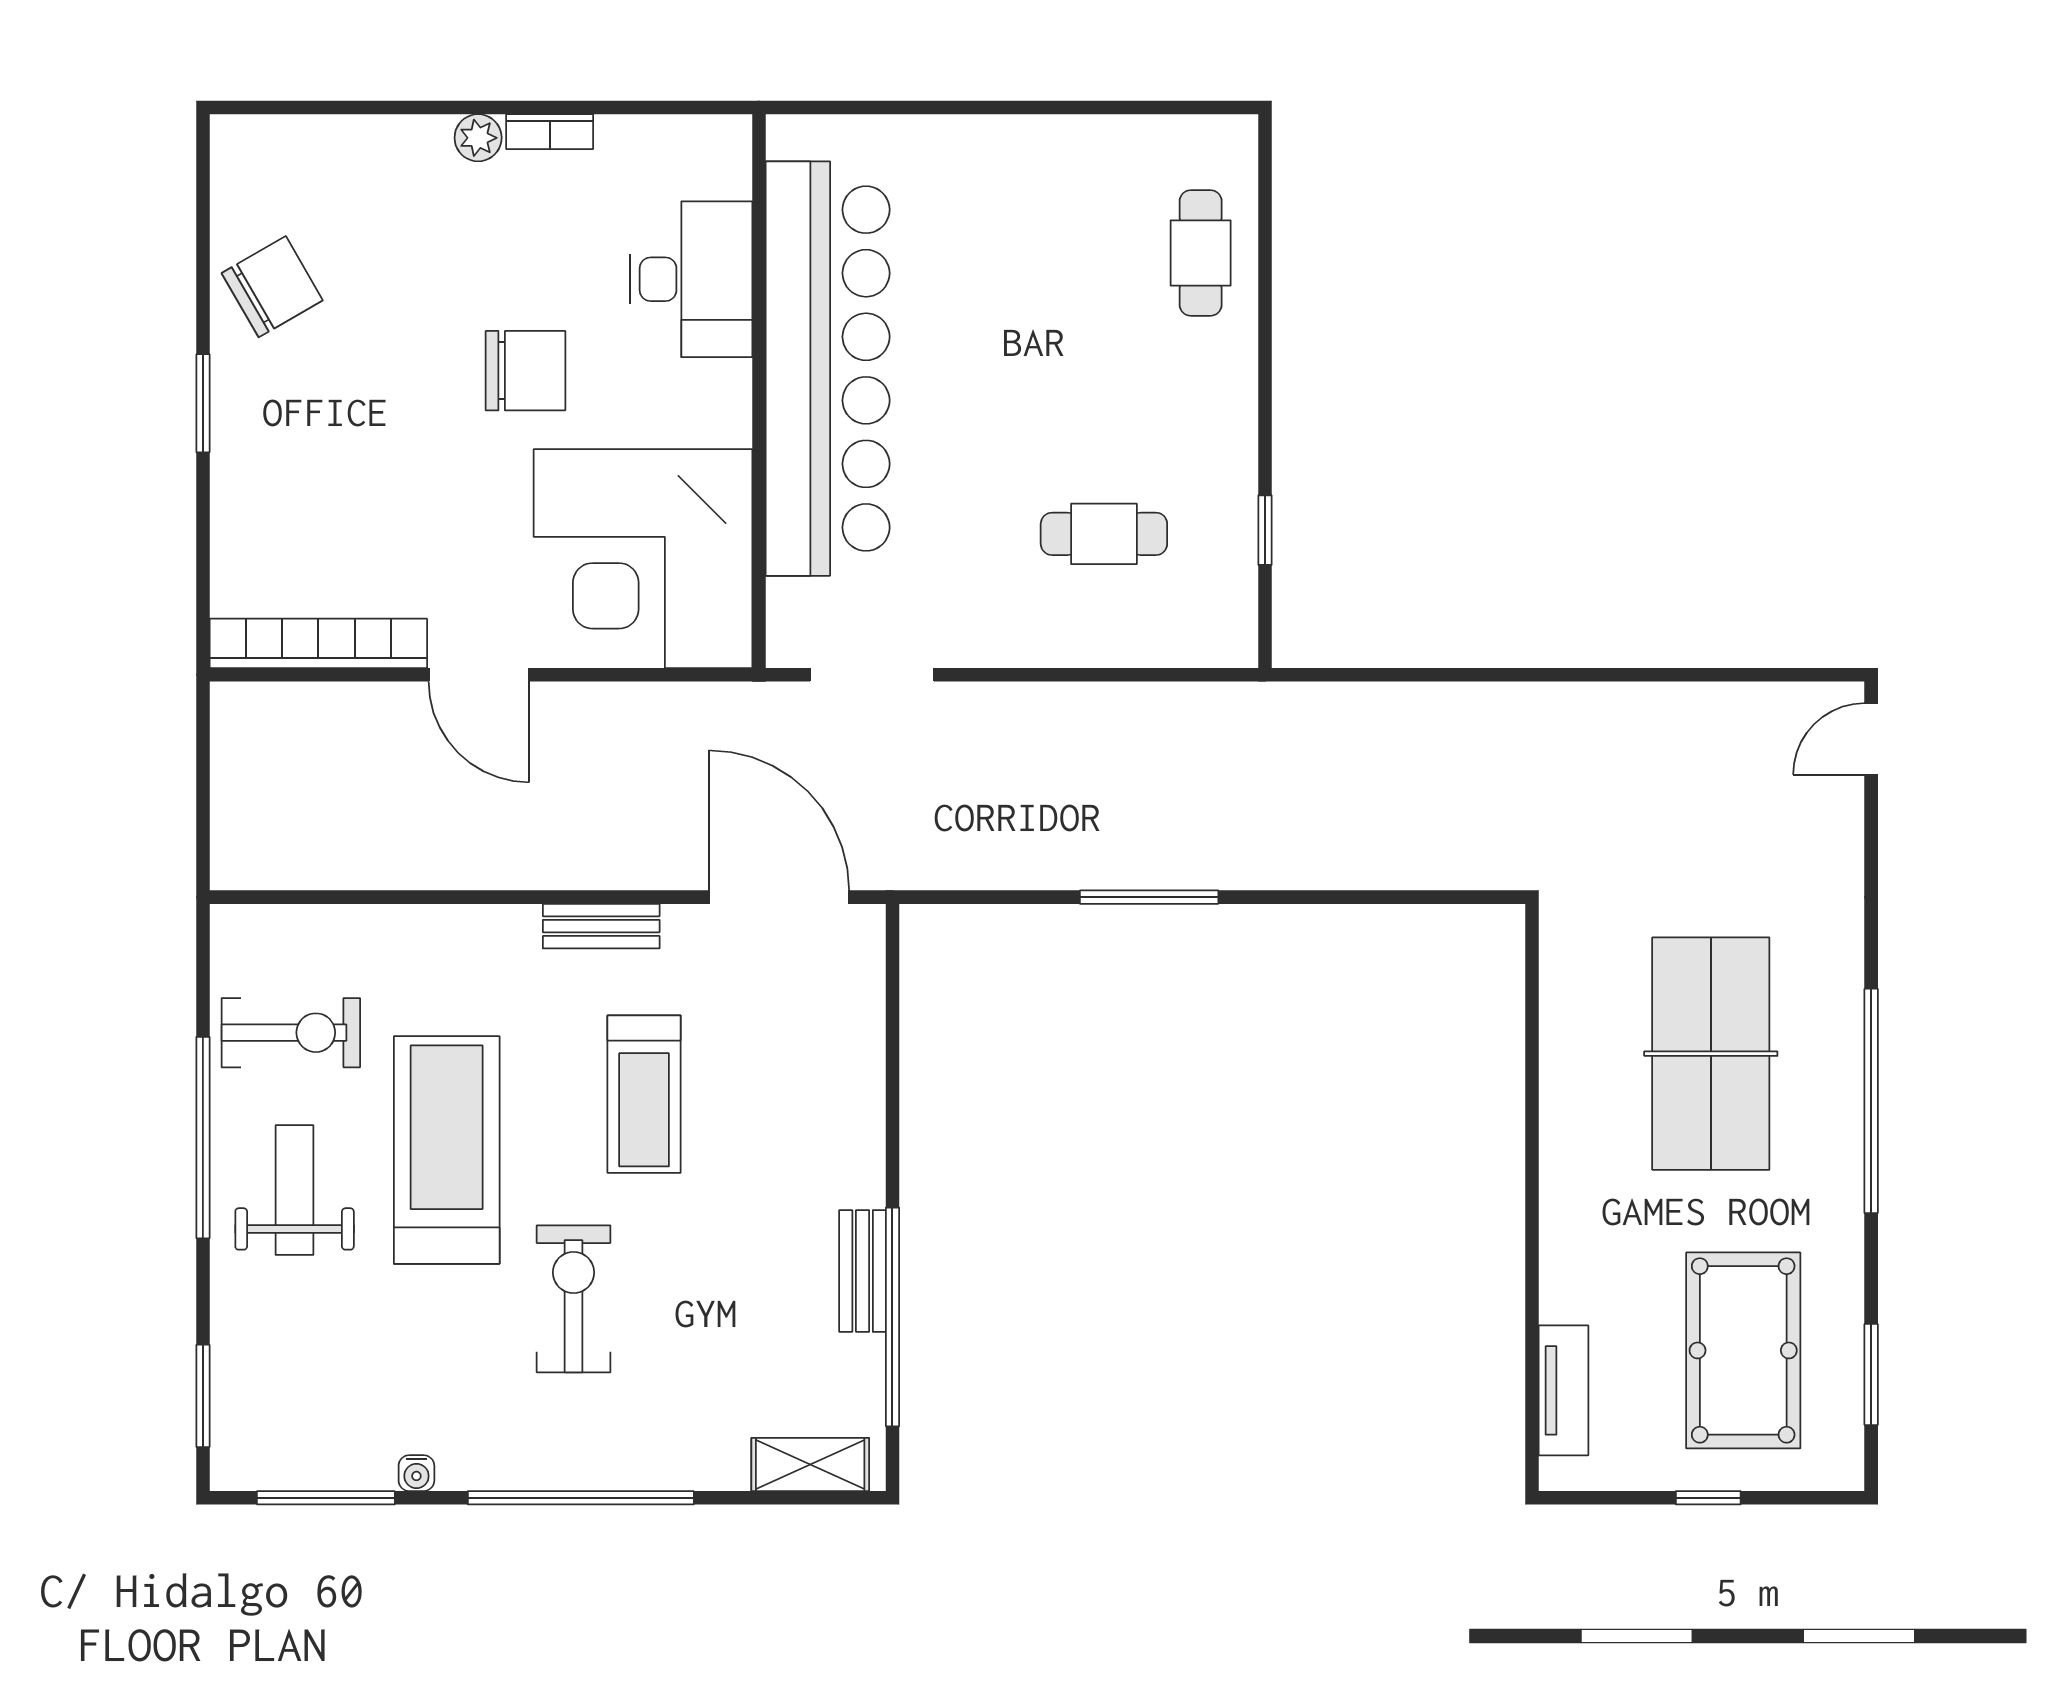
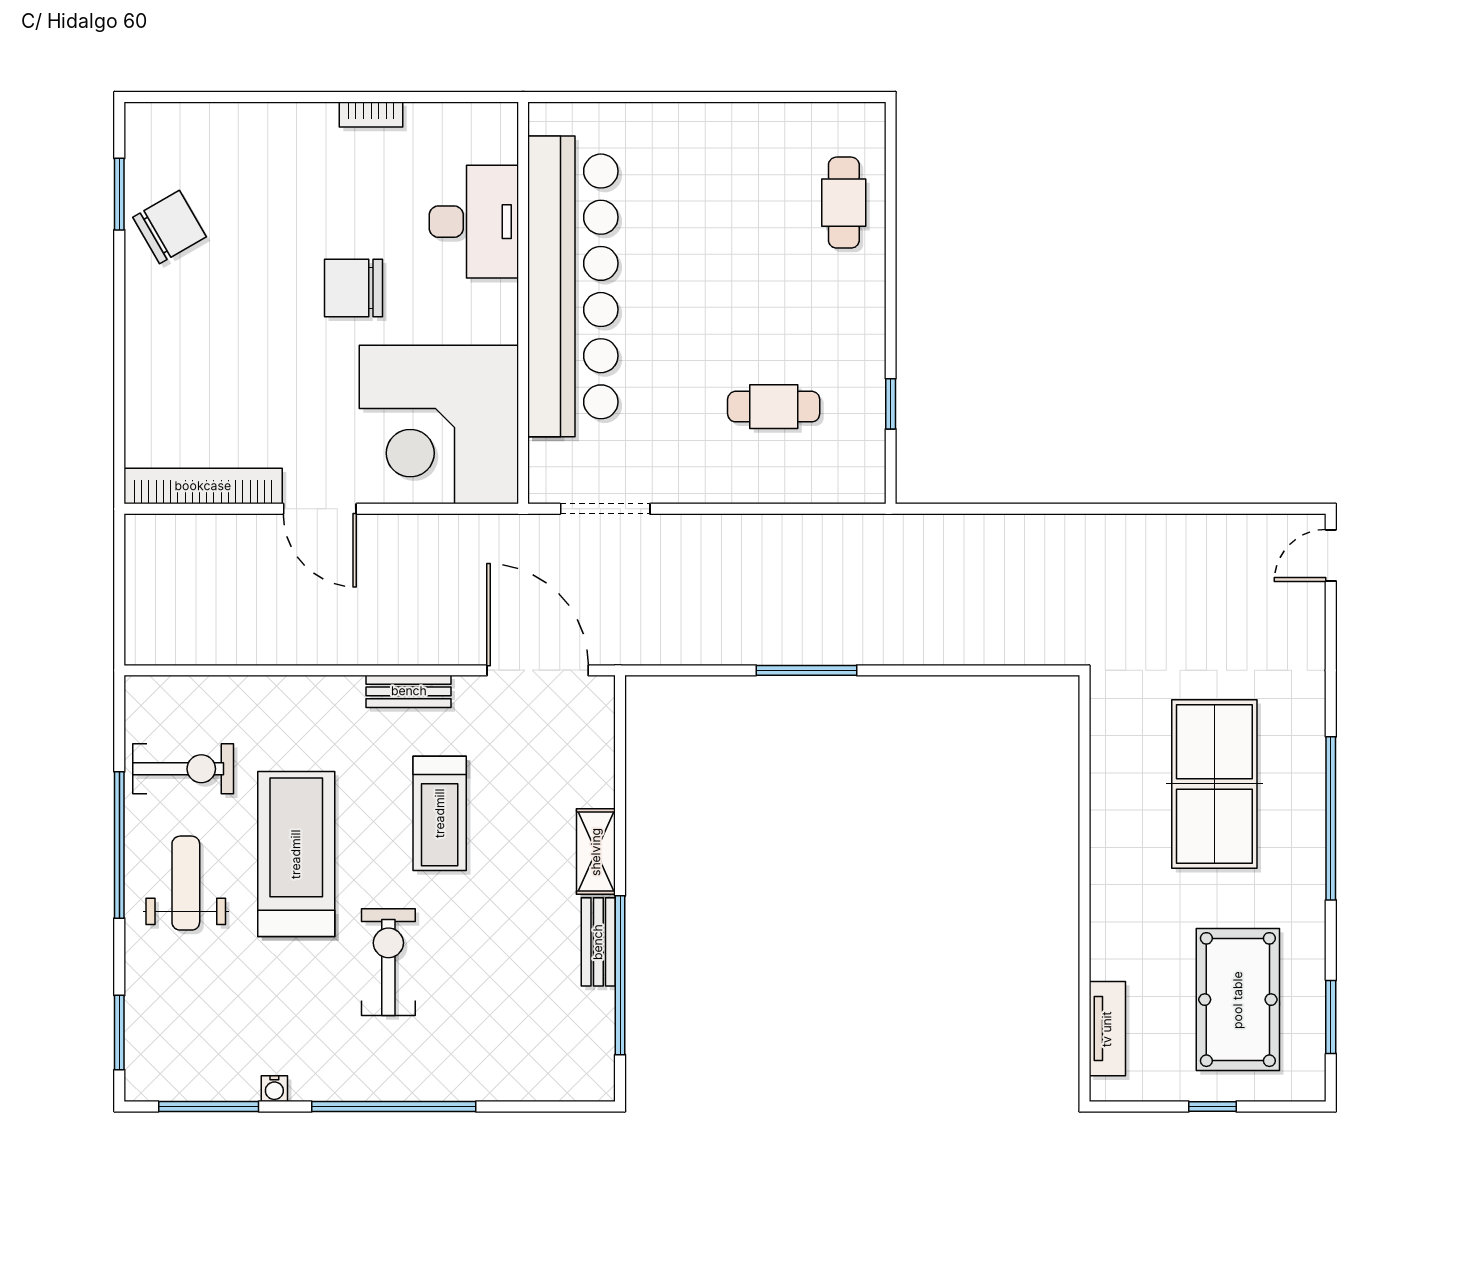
plant: (478, 138) -> (319, 119), removed
chair: (526, 371) -> (354, 288), turned 180
window: (203, 403) -> (119, 194), moved
shelving: (810, 1465) -> (596, 852), moved, turned 90

